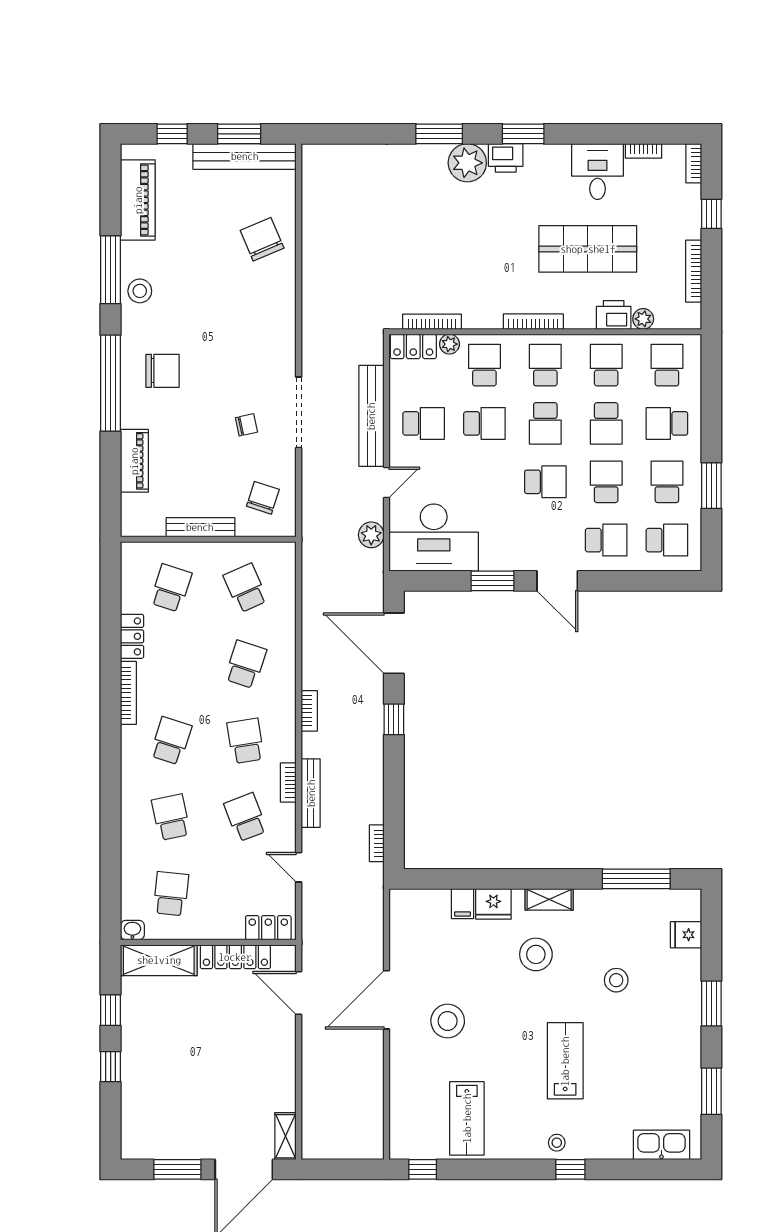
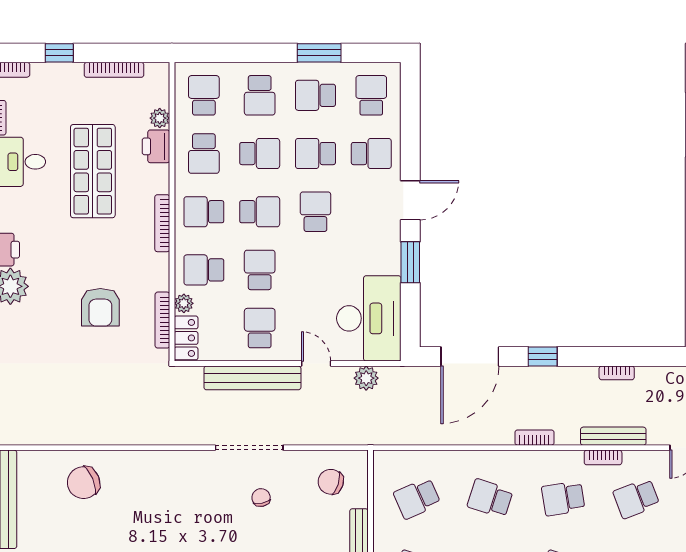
armchair: (445, 257) -> (100, 307), added
school desk: (606, 365) -> (204, 154), turned -90
school desk: (667, 365) -> (204, 95), turned 90
school desk: (606, 540) -> (371, 154), turned 90
bookcase: (377, 843) -> (617, 373), moved

